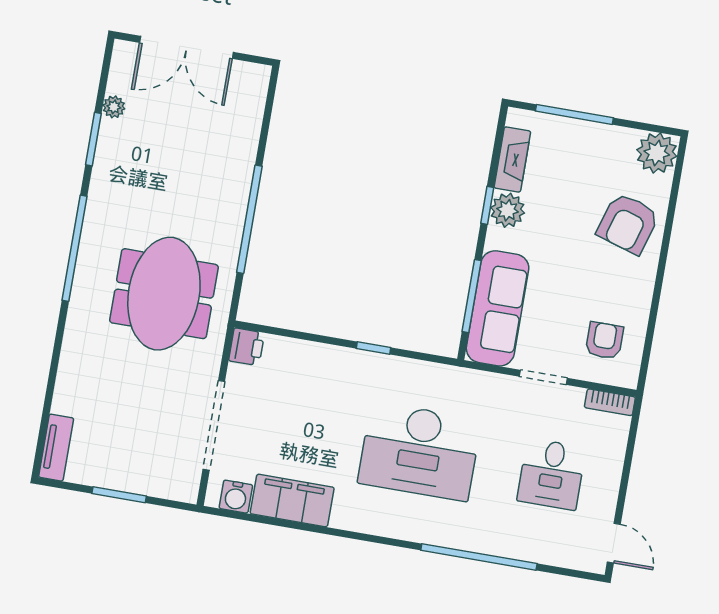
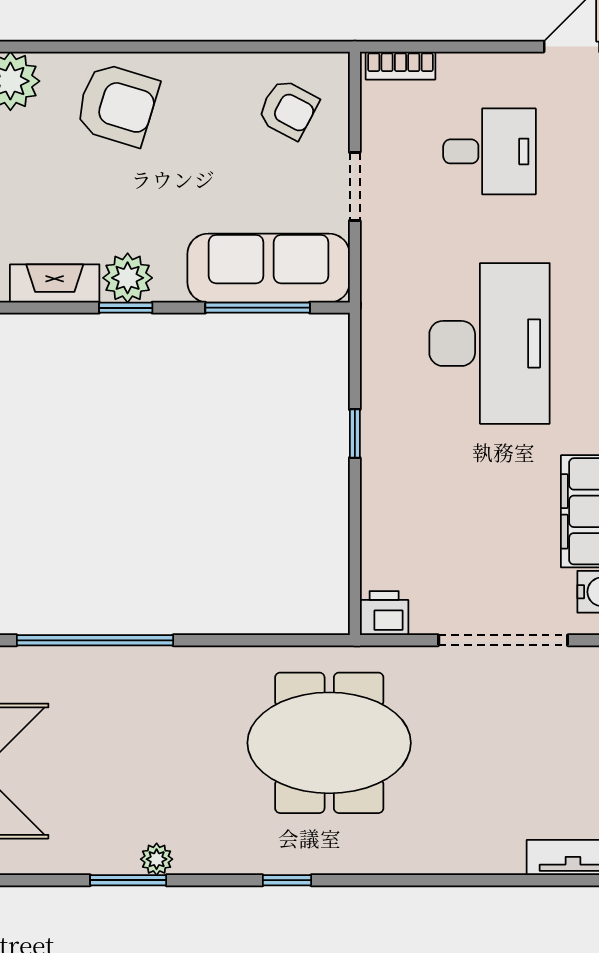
plant: (114, 107) -> (157, 859), moved
window: (249, 219) -> (95, 640), moved
window: (74, 248) -> (287, 880), width x0.32
armchair: (604, 341) -> (288, 109), turned -152
bookcase: (610, 402) -> (400, 66), moved, turned 90

